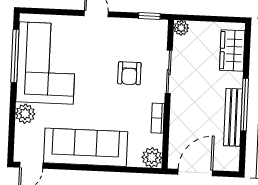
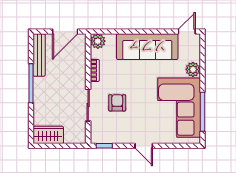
plant: (181, 28) -> (80, 138), removed
wardrobe: (232, 50) -> (48, 135), moved, turned -90
bench: (233, 117) -> (39, 55), moved

